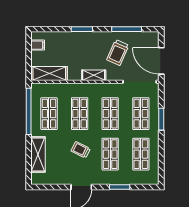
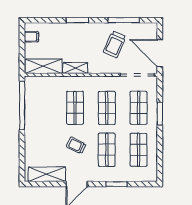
shelving: (94, 75) -> (75, 68), moved
shop shelf: (49, 114) -> (43, 108), removed
shelving: (38, 154) -> (47, 174), moved, turned 90

